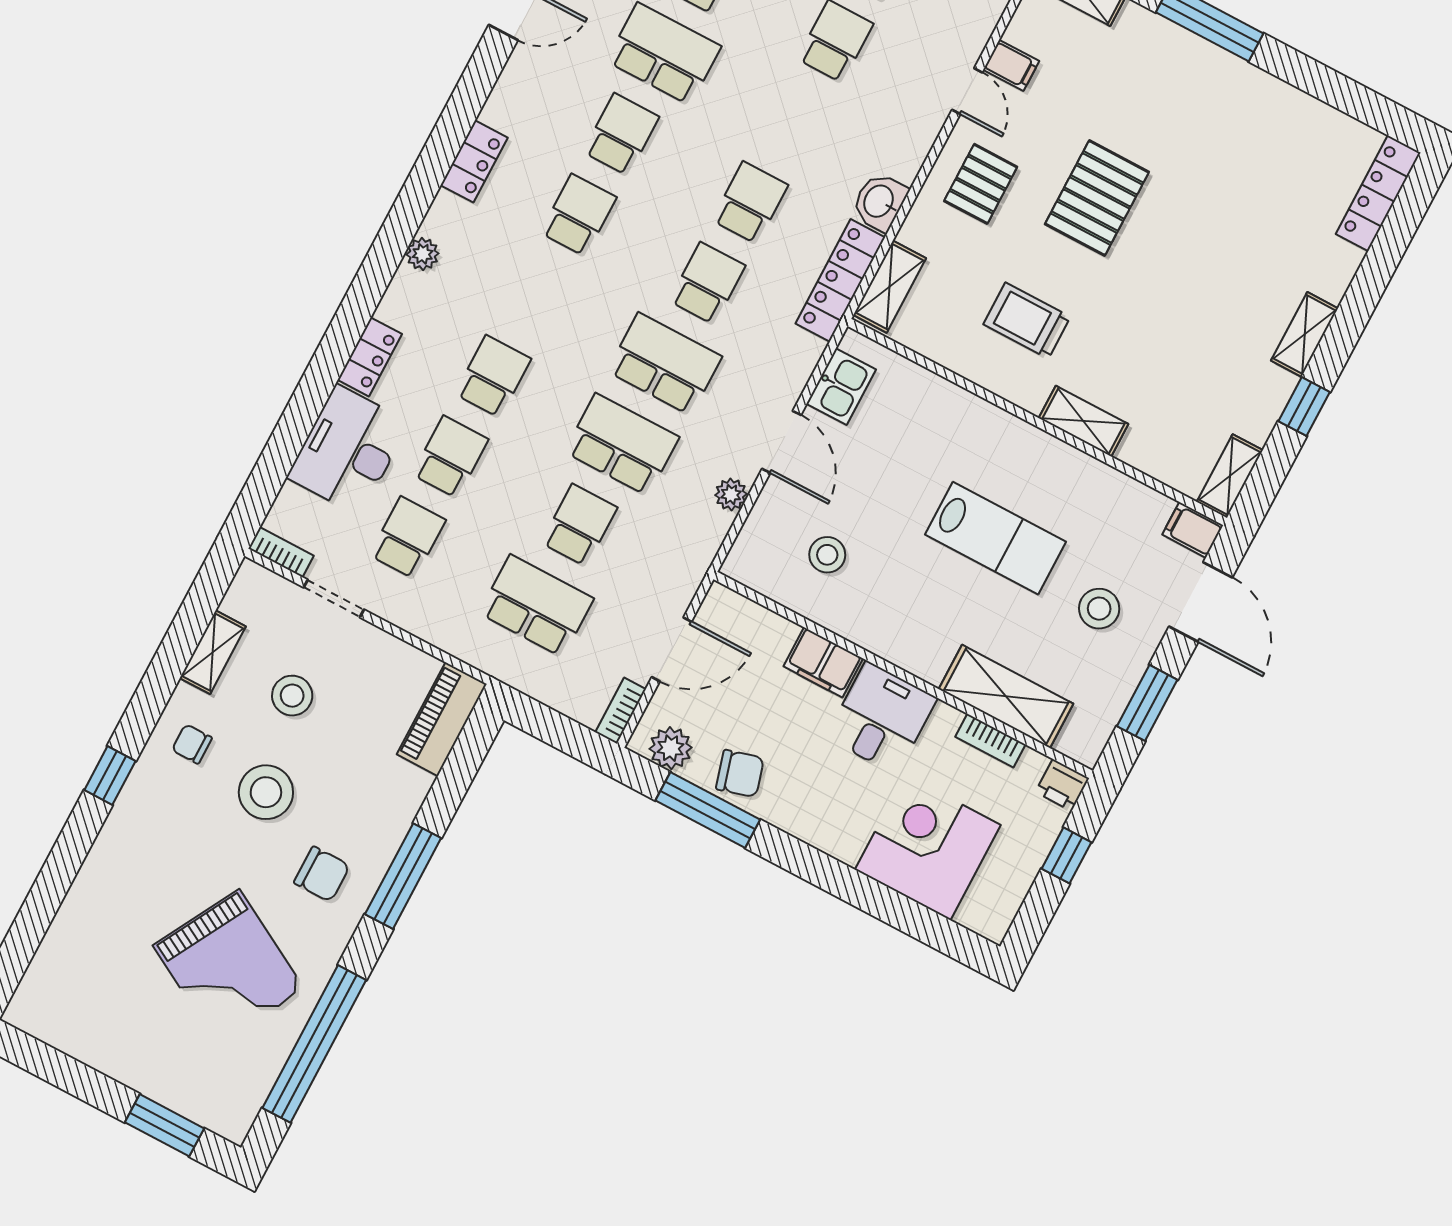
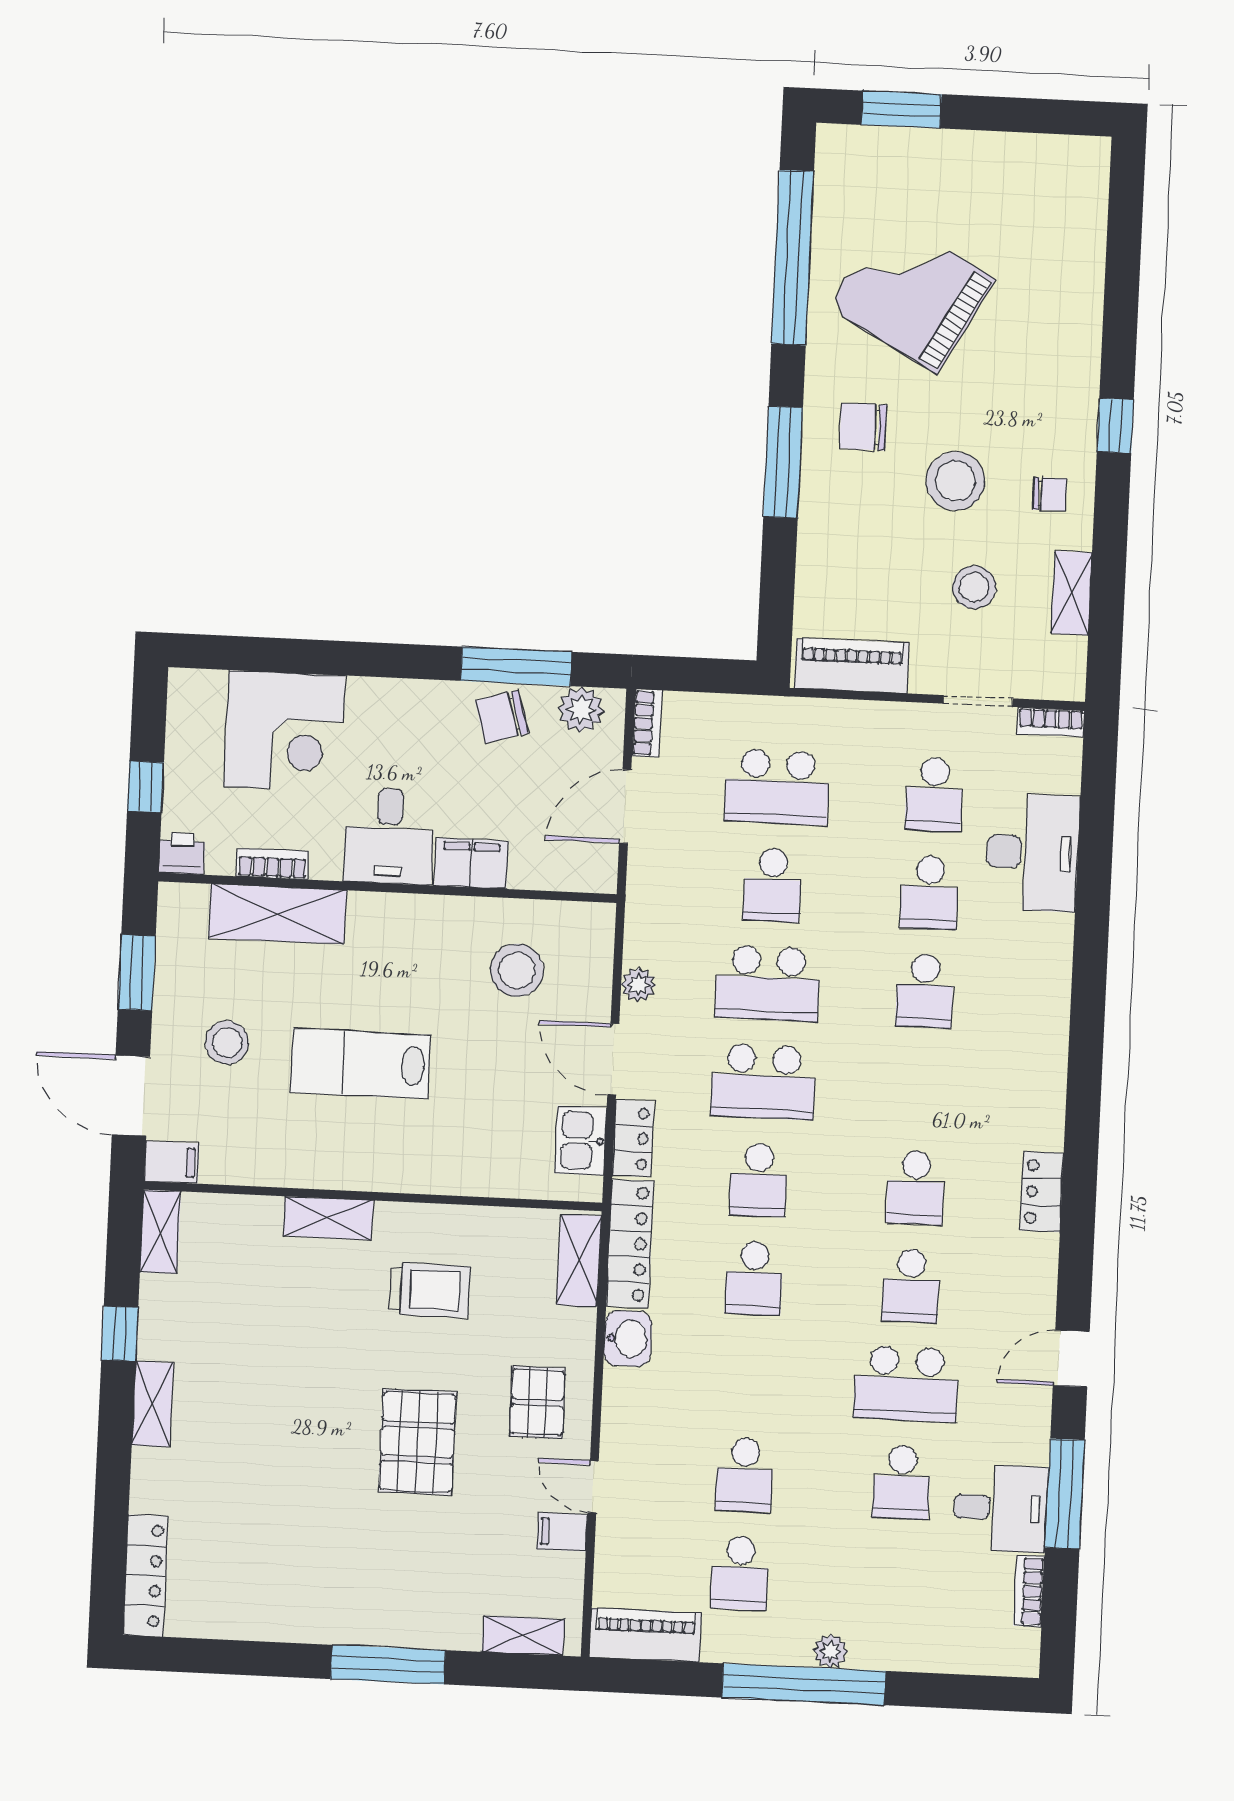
plant: (423, 254) -> (1050, 1078), removed
locker: (370, 357) -> (633, 1138), moved, turned 180
stool: (827, 555) -> (517, 970), width x1.38, depth x1.38
piano: (442, 719) -> (852, 666), moved, turned -90

